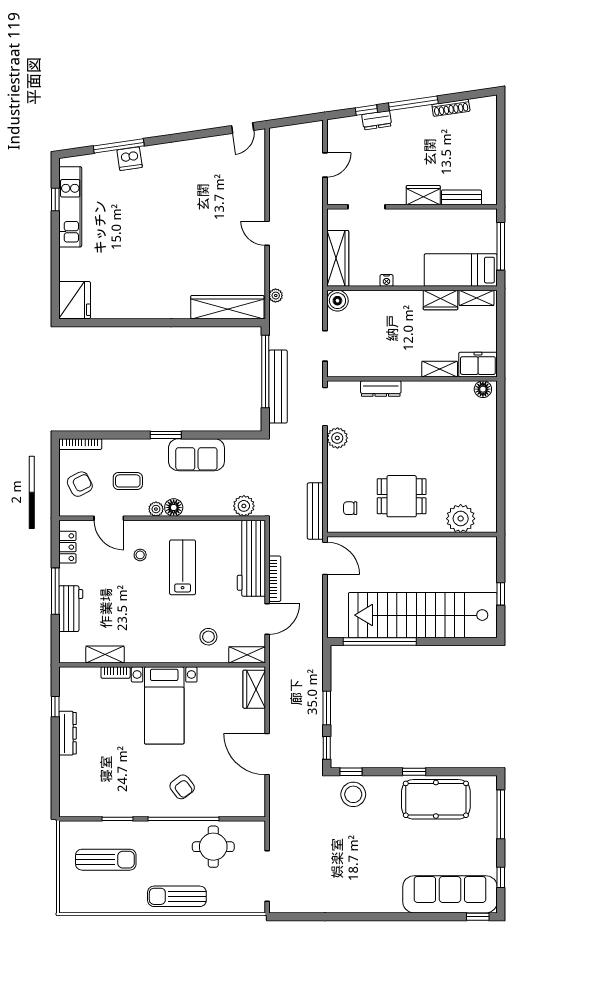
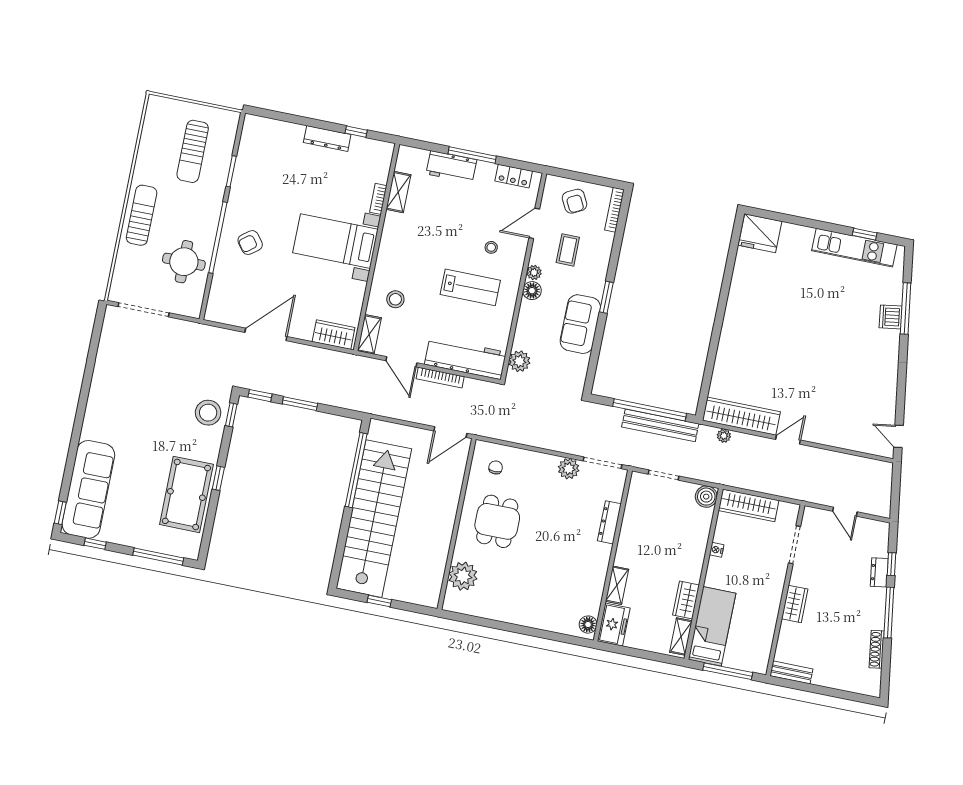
bench: (461, 197) -> (791, 672), moved, turned 90
wardrobe: (227, 307) -> (741, 416), moved, turned -90
bench: (278, 387) -> (660, 425), moved
bench: (315, 511) -> (500, 432), removed

